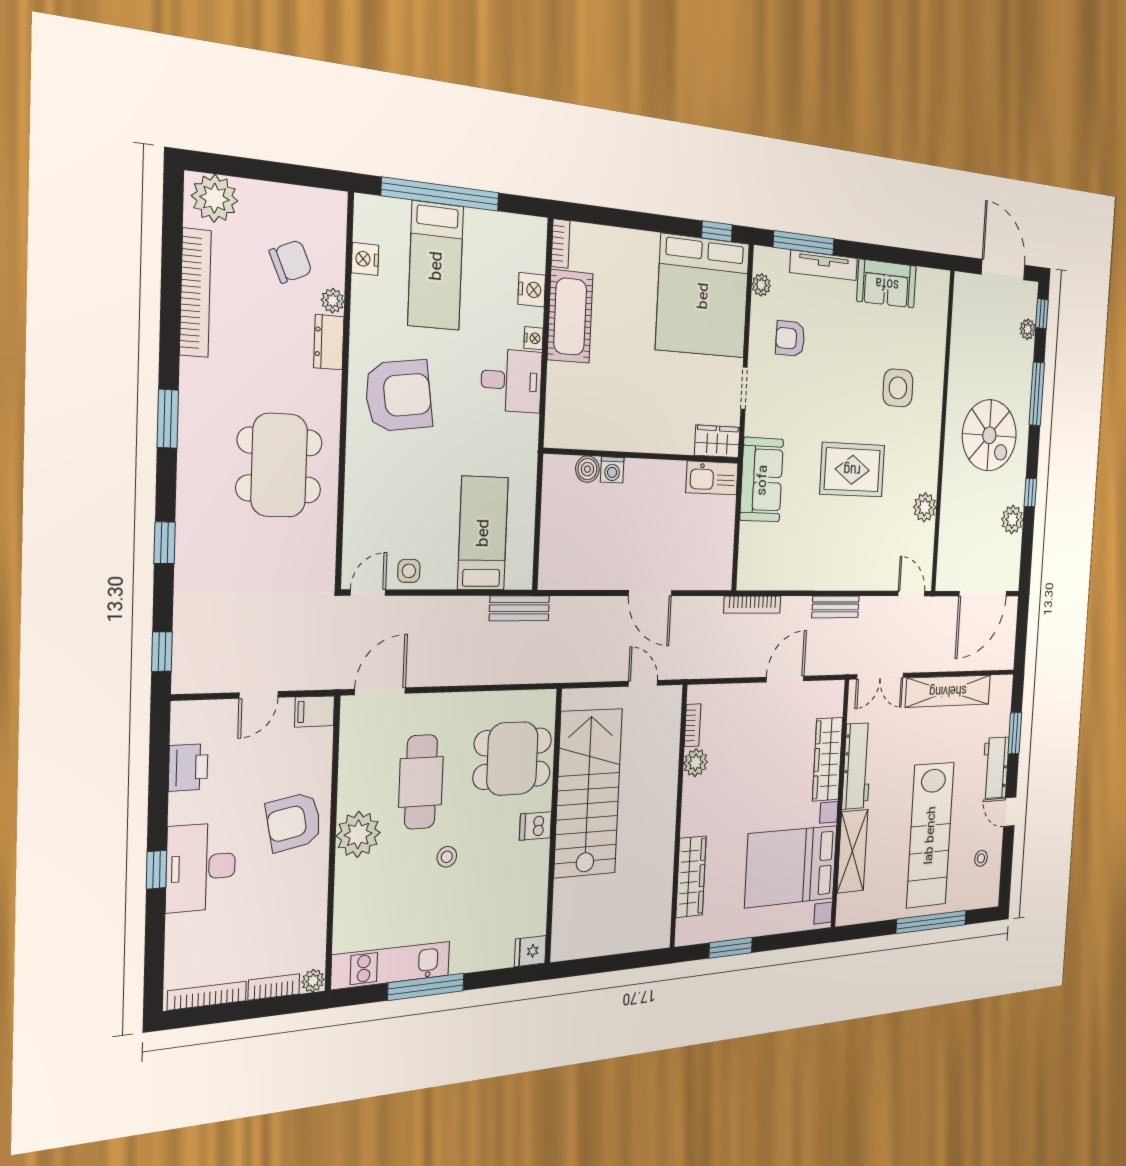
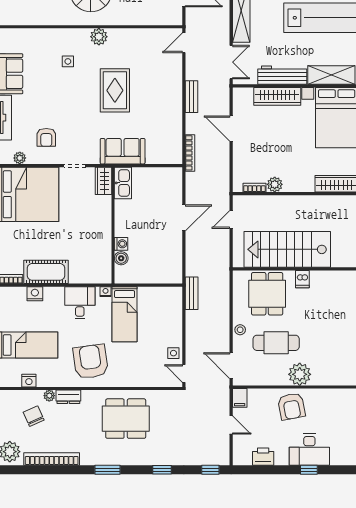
nightstand: (534, 338) -> (106, 292), moved
side table: (898, 388) -> (68, 61), width x0.54, depth x0.54
plant: (925, 507) -> (99, 37), moved
bed: (483, 533) -> (125, 314), moved, turned -90
stool: (447, 857) -> (240, 330), moved

